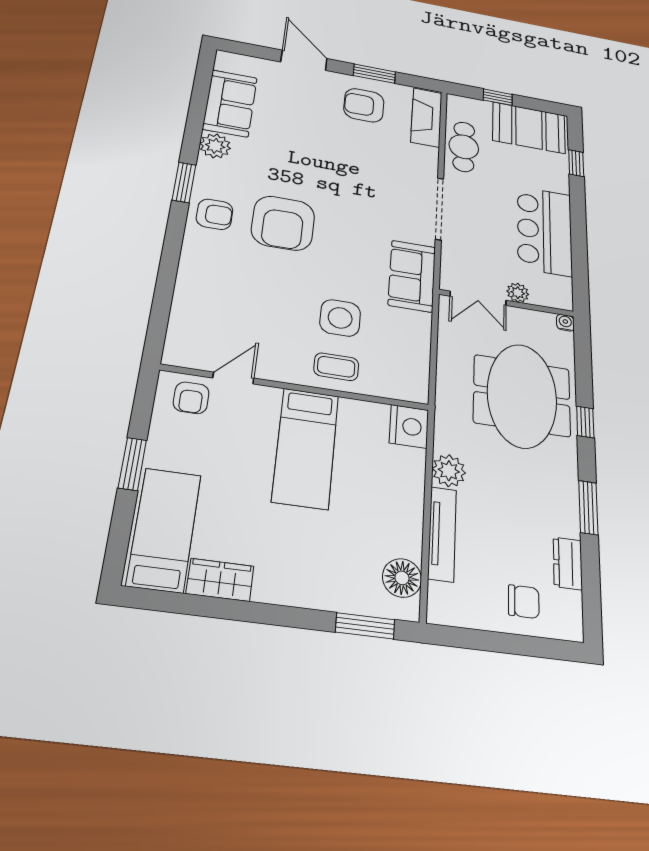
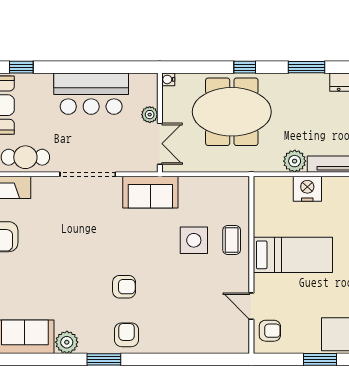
armchair: (283, 223) -> (124, 287), width x0.53, depth x0.53
nightstand: (409, 426) -> (307, 189), moved

